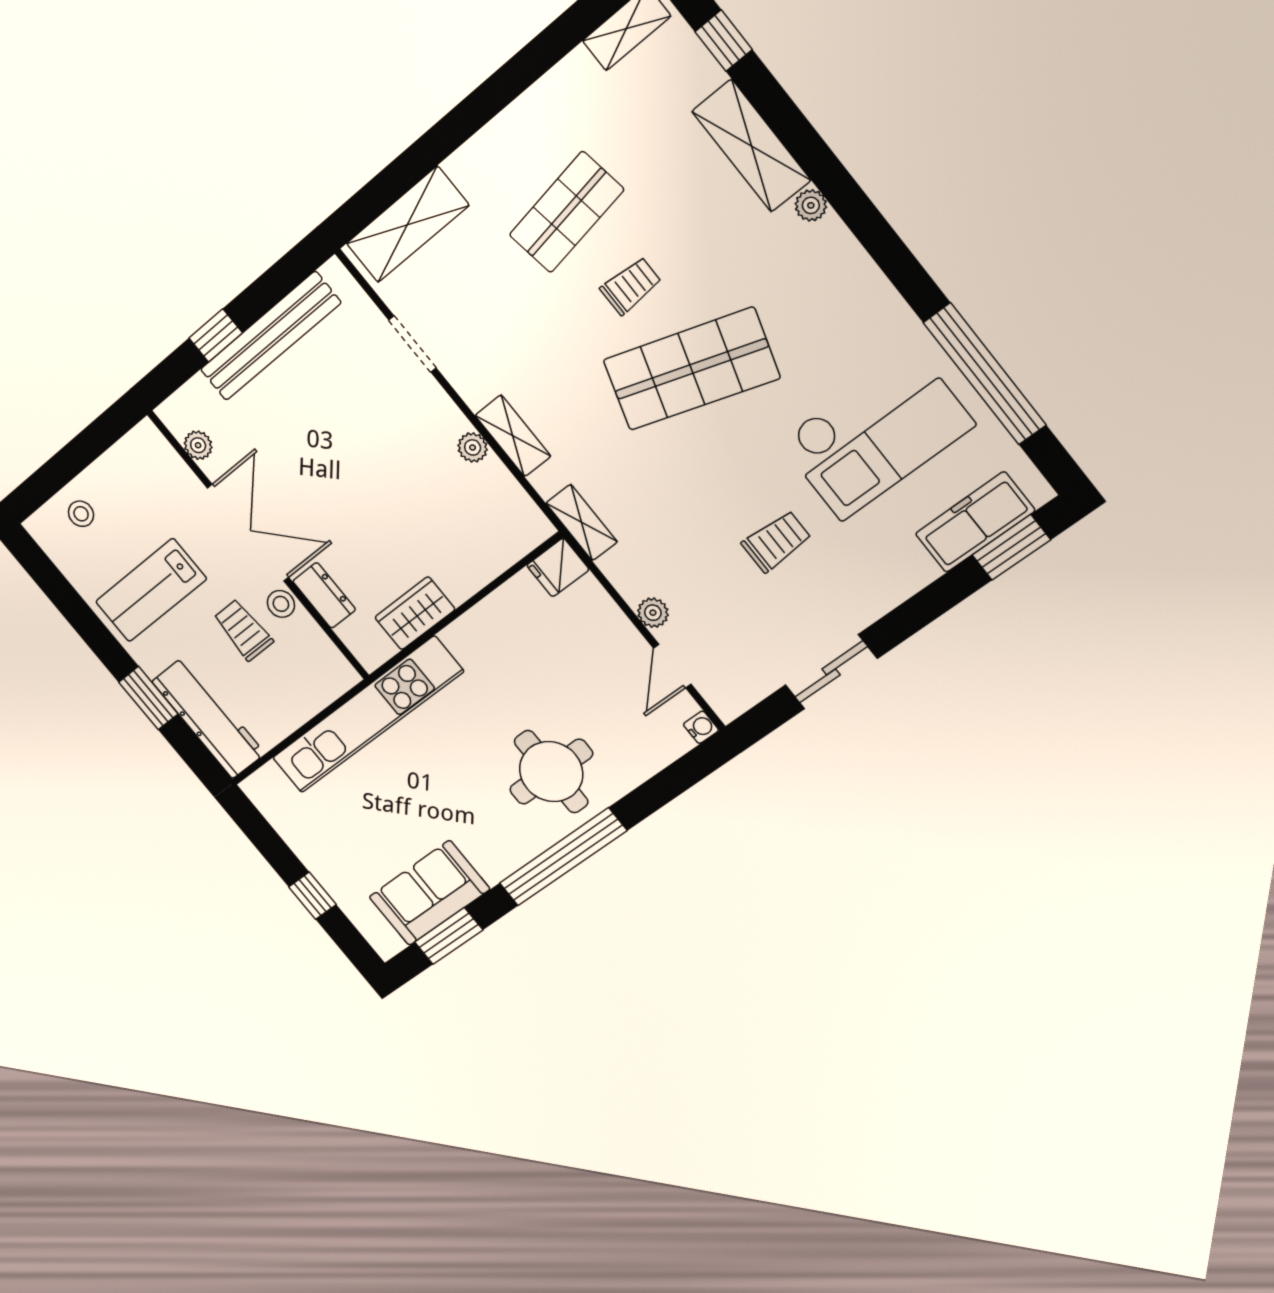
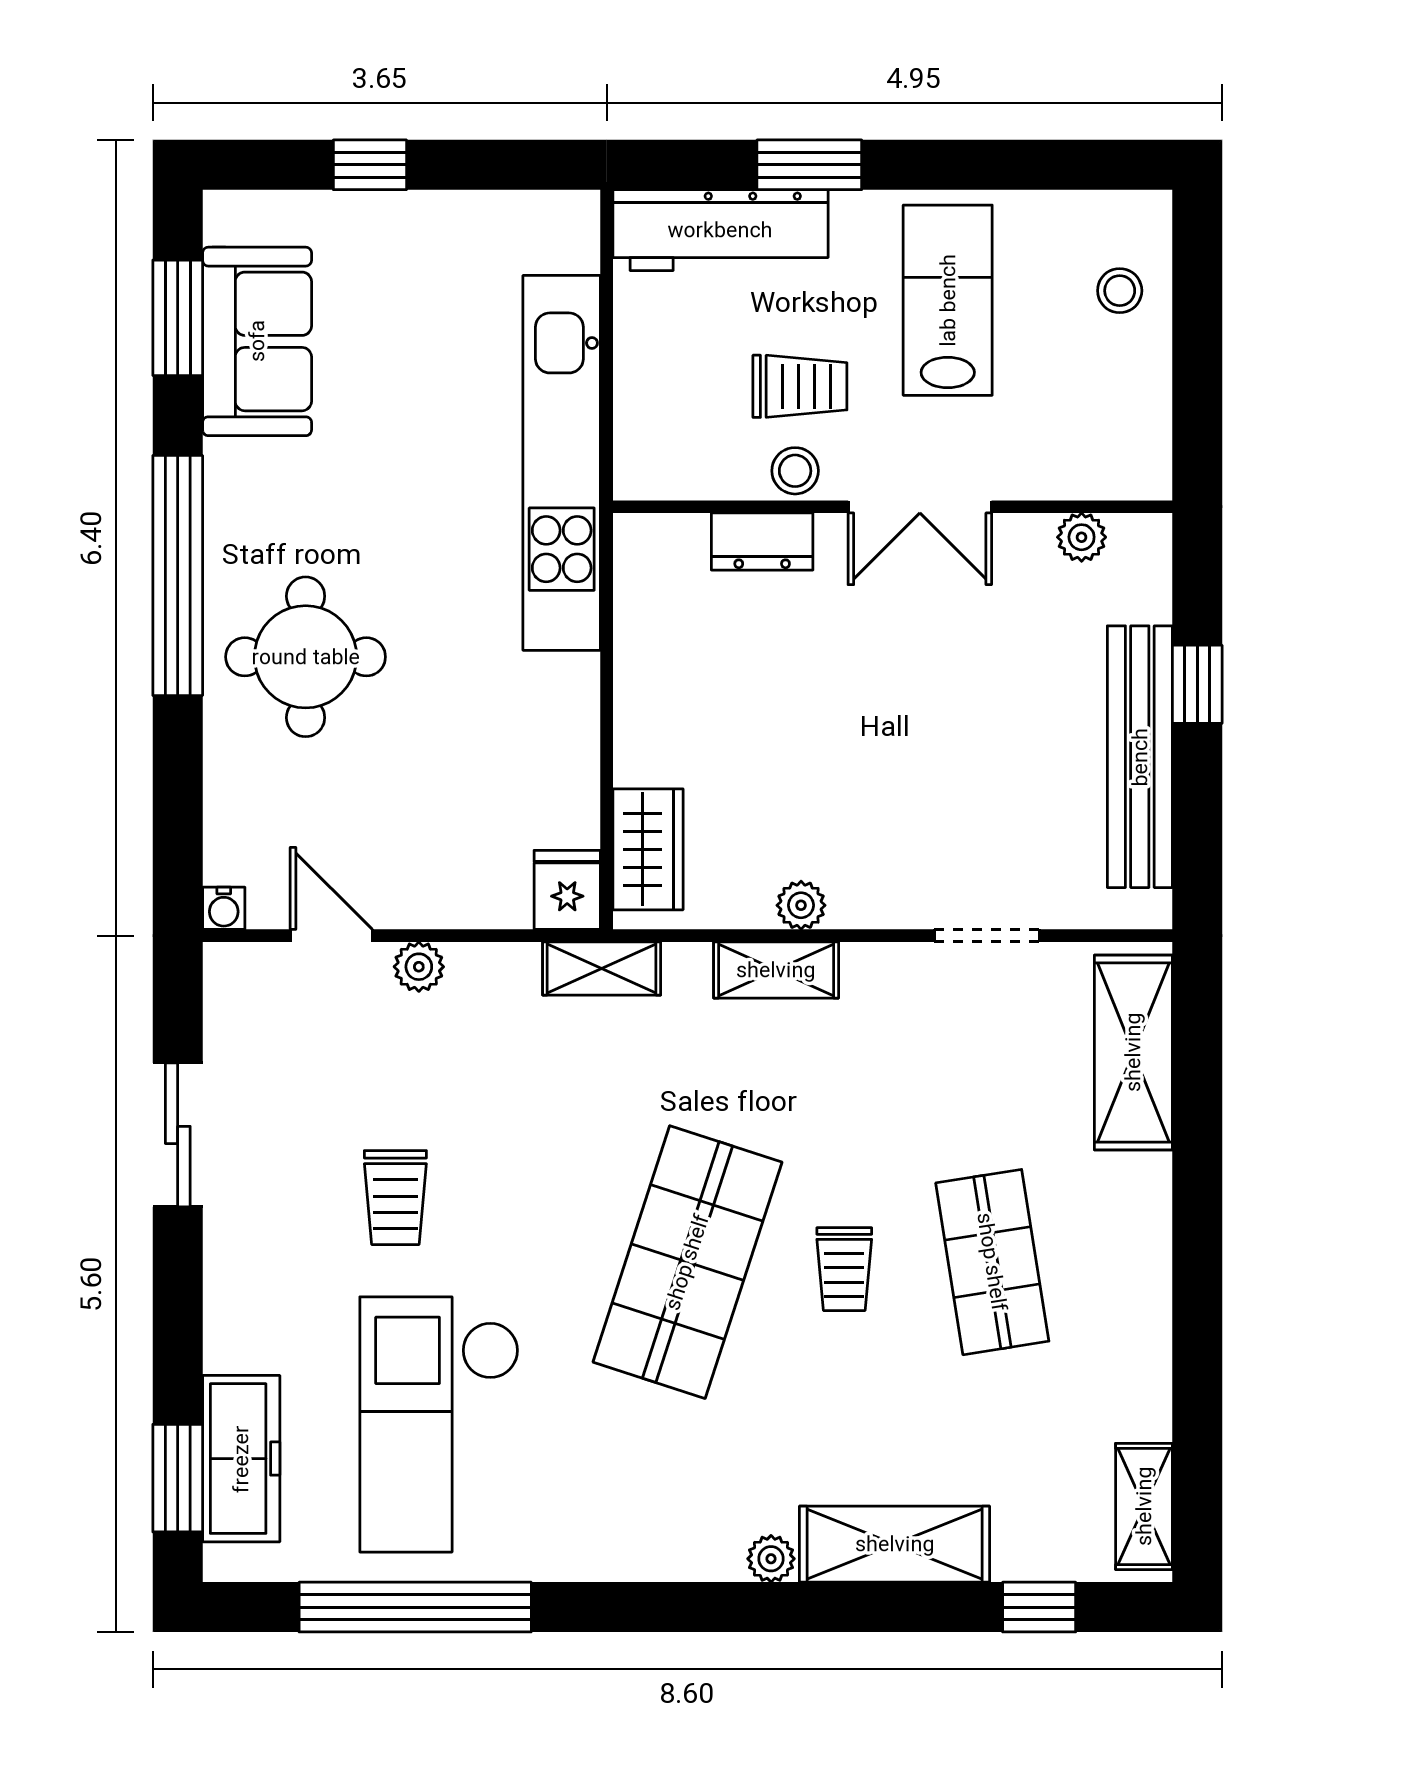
double door: (248, 533) -> (920, 507), width x0.73
wardrobe: (415, 613) -> (648, 849), moved

